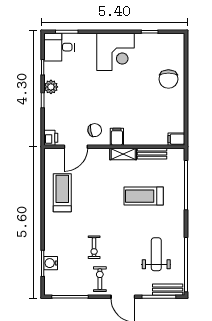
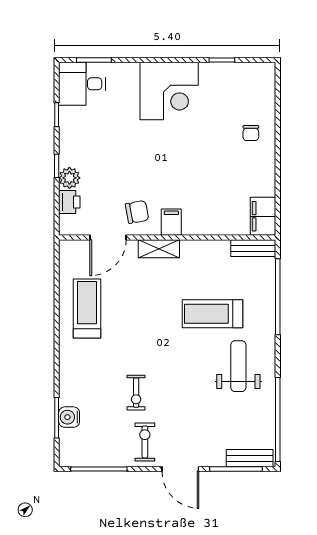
chair: (168, 79) -> (251, 133), width x0.54, depth x0.54
plant: (51, 87) -> (69, 178), moved
printer: (51, 138) -> (69, 202), moved
filing cabinet: (176, 139) -> (263, 216), width x2.00
shelving: (123, 154) -> (159, 249), moved
bench: (152, 154) -> (253, 248), moved
weight bench: (156, 254) -> (238, 366), moved

